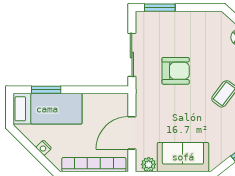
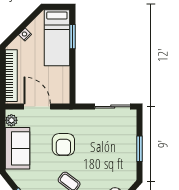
window: (160, 8) -> (139, 149), moved
sliding door: (132, 55) -> (113, 107), moved
armchair: (176, 71) -> (63, 144), moved

